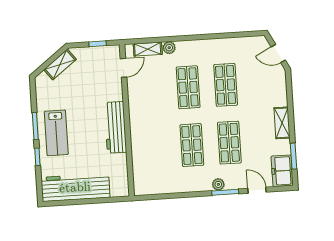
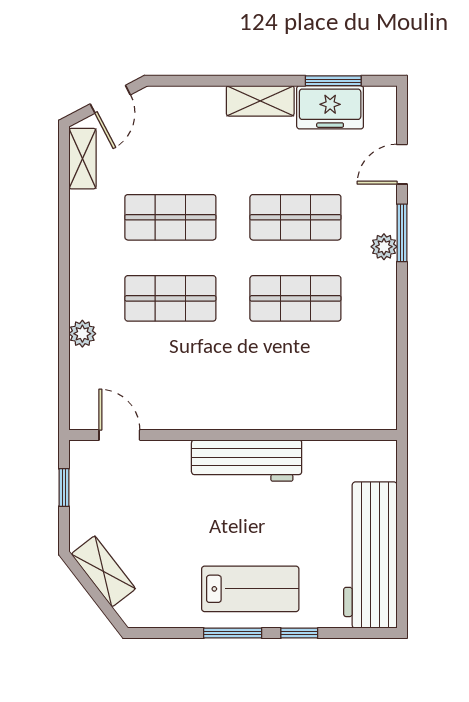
shelving: (148, 49) -> (82, 159), moved
freezer: (282, 171) -> (330, 107), moved

